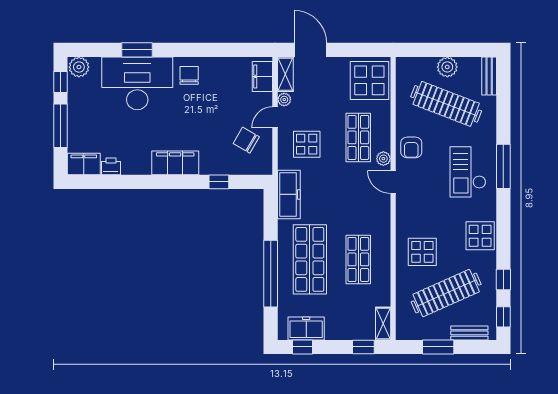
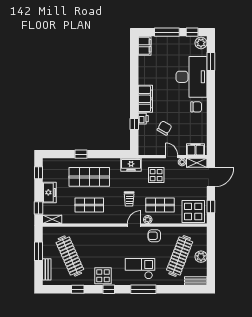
window: (137, 50) -> (211, 62), moved
window: (361, 50) -> (211, 206), added
chair: (246, 140) -> (164, 128), moved
printer: (111, 166) -> (143, 119), moved
trolley: (348, 191) -> (129, 199), added
freezer: (289, 194) -> (131, 165), width x0.71
display table: (422, 252) -> (94, 242), removed
window: (271, 274) -> (81, 154), width x0.32
window: (503, 317) -> (109, 289), moved
freezer: (306, 328) -> (49, 192), moved

